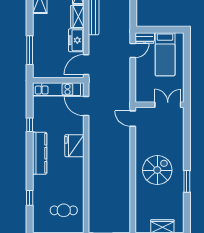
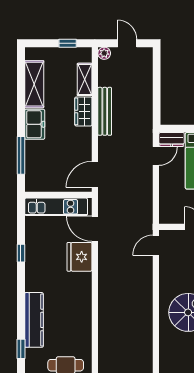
freezer: (76, 40) -> (35, 124), moved, turned 180
door: (133, 119) -> (156, 245), hinge flipped
fridge: (74, 146) -> (80, 257), moved
kitchen counter: (40, 153) -> (34, 320), moved

